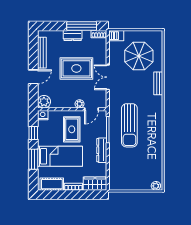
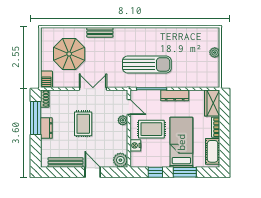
rug: (76, 68) -> (83, 124), width x0.73, depth x0.70
double door: (108, 77) -> (93, 89), swing flipped
nightstand: (43, 115) -> (135, 145), moved
plant: (156, 186) -> (215, 53), moved

